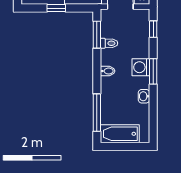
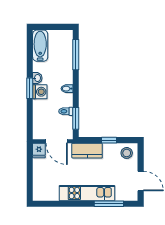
window: (153, 29) -> (30, 123), removed
washbasin: (144, 96) -> (37, 78), moved
bathtub: (120, 134) -> (40, 46), moved, turned -90

